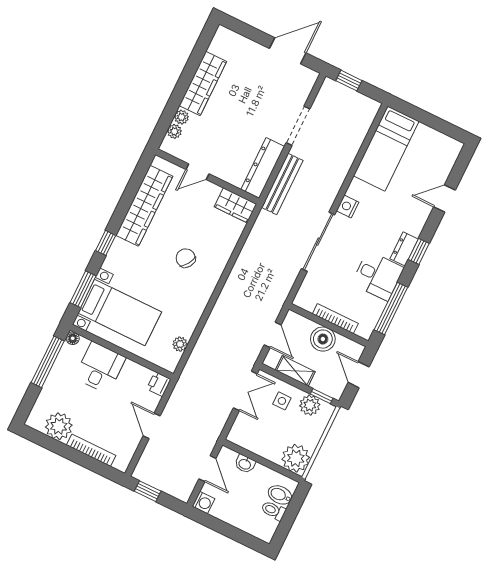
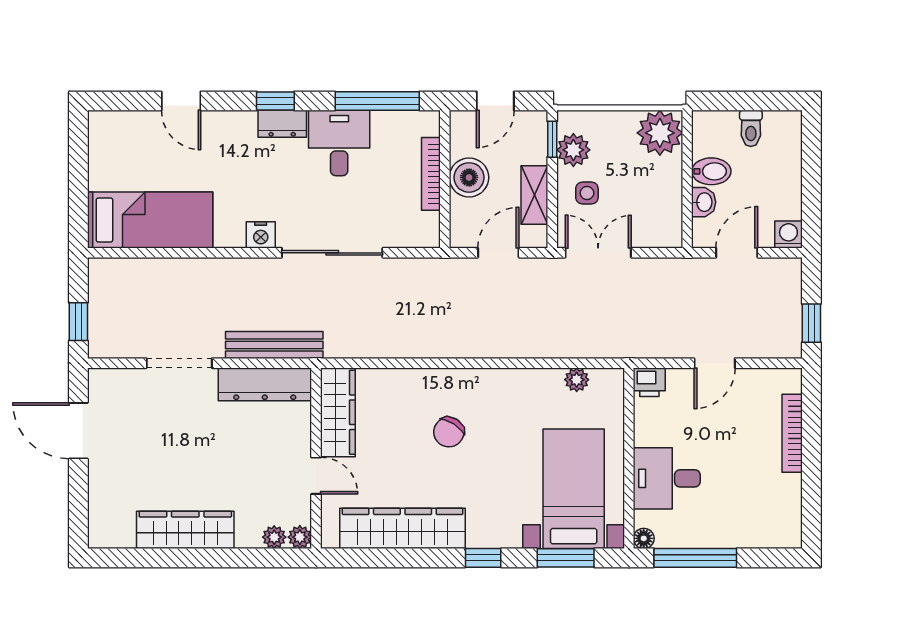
plant: (182, 117) -> (300, 537), moved
wardrobe: (235, 205) -> (338, 412), width x1.50
plant: (59, 426) -> (780, 497), removed
bidet: (280, 495) -> (711, 171), moved, turned -90

